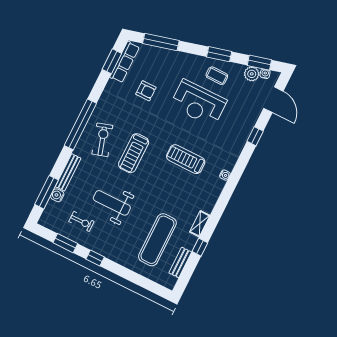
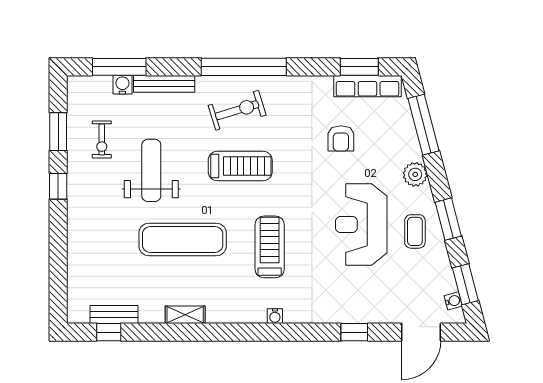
plant: (252, 74) -> (415, 174), moved
treadmill: (134, 153) -> (240, 166), turned 180
exercise mat: (157, 240) -> (183, 239), moved
window: (200, 247) -> (109, 332), moved

